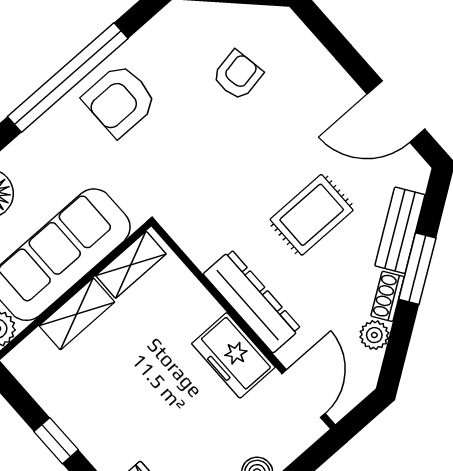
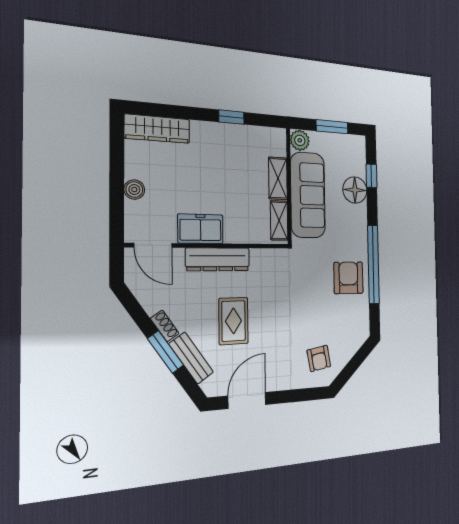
armchair: (238, 75) -> (319, 358), moved
plant: (374, 335) -> (151, 304), removed

